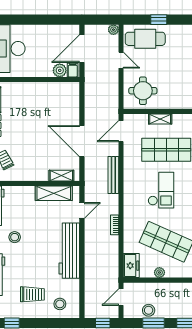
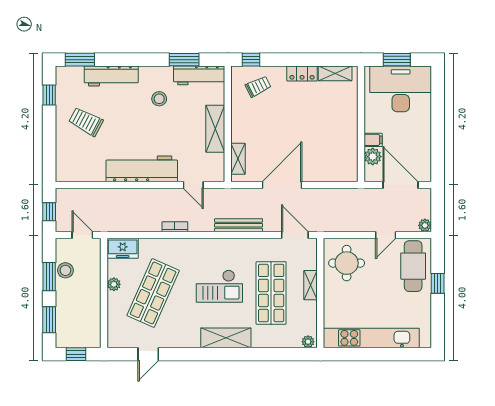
filing cabinet: (73, 70) -> (373, 140), moved
shelving: (54, 193) -> (215, 129), moved
trolley: (32, 294) -> (86, 122), turned 118
stool: (60, 304) -> (74, 157), removed

